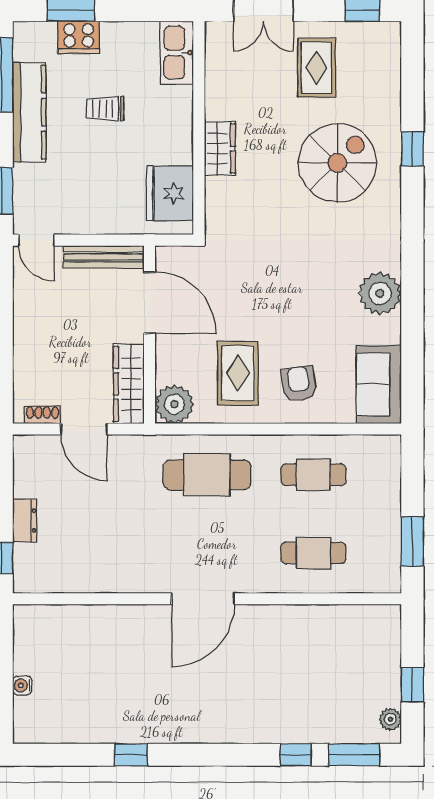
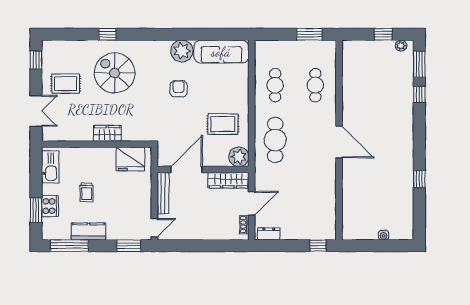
kitchen sink: (177, 53) -> (50, 167), moved, turned -90
kitchen counter: (29, 112) -> (88, 231), width x0.67
armchair: (299, 384) -> (179, 89), moved, turned 99
sofa: (379, 384) -> (221, 52), width x1.36
dresser: (25, 521) -> (269, 234), moved

